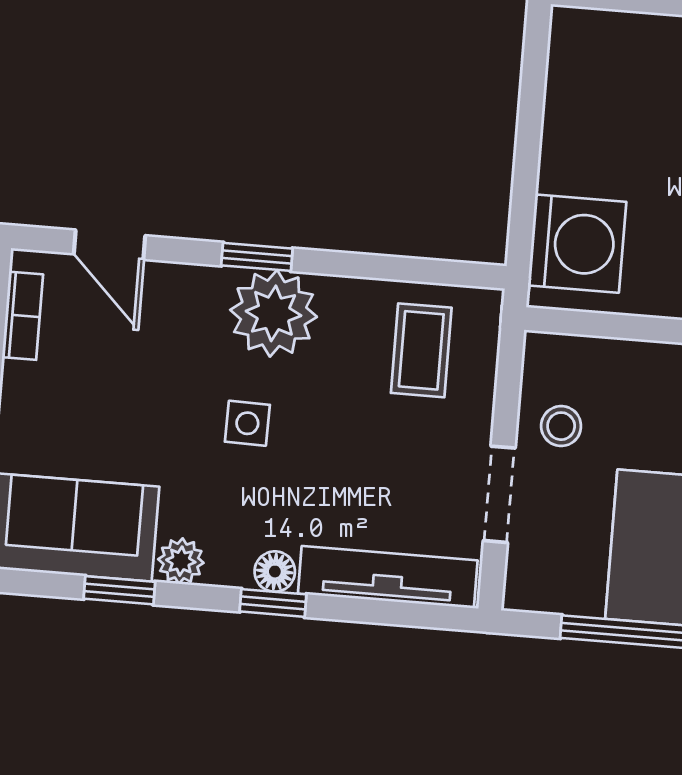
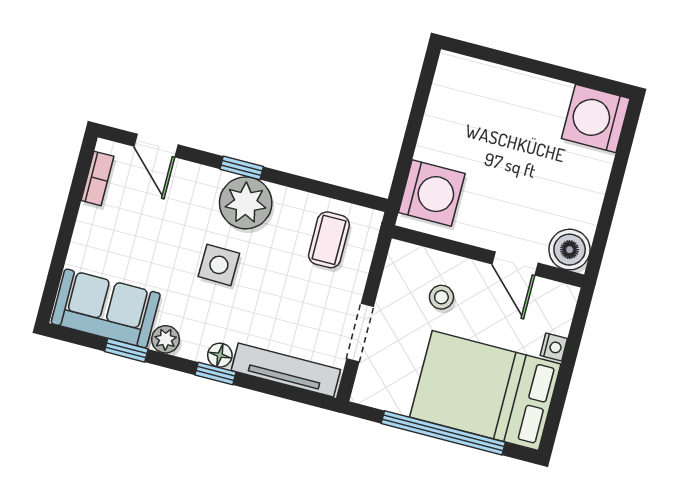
side table: (247, 423) -> (219, 265), width x1.37, depth x1.37
stool: (561, 426) -> (441, 297), moved

